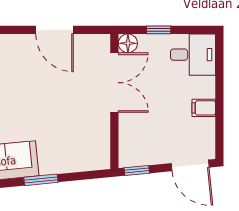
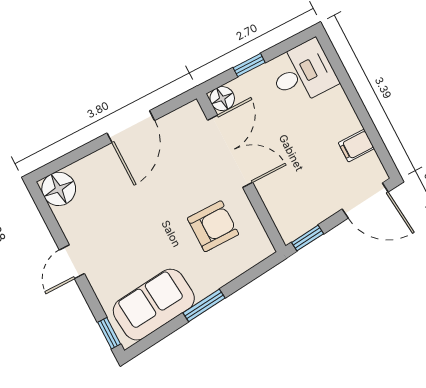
door: (55, 30) -> (131, 127), hinge flipped
filing cabinet: (204, 108) -> (356, 146), moved
armchair: (76, 128) -> (213, 226), added

